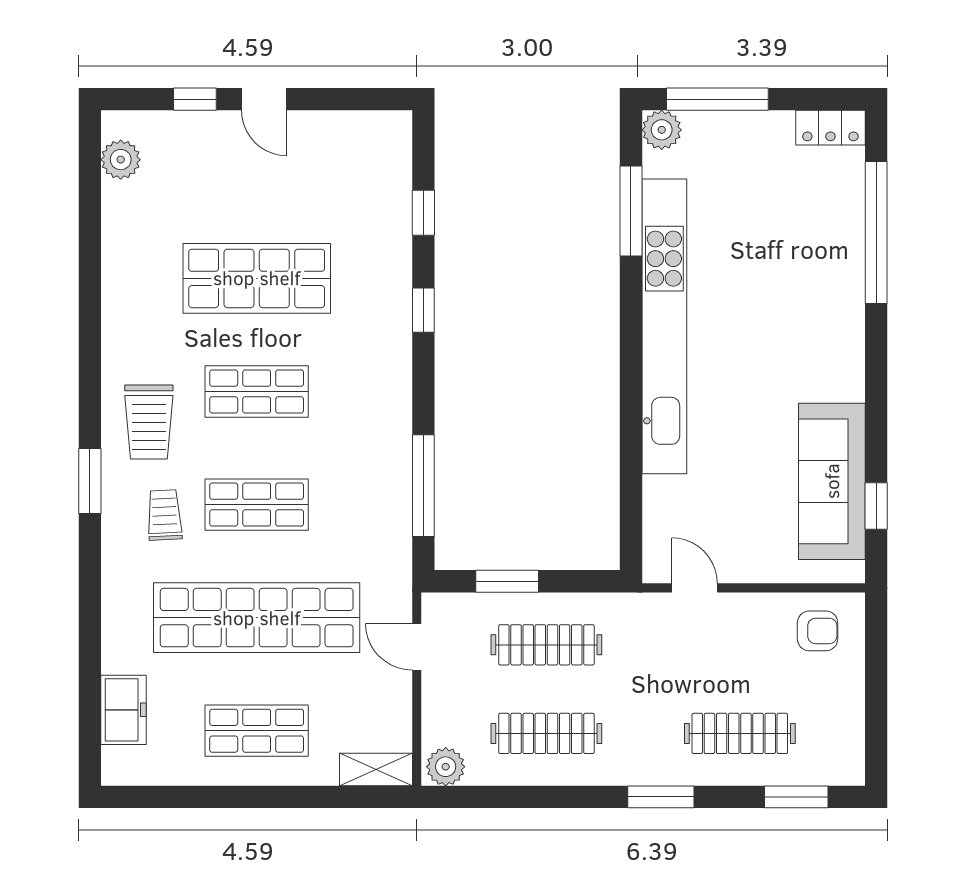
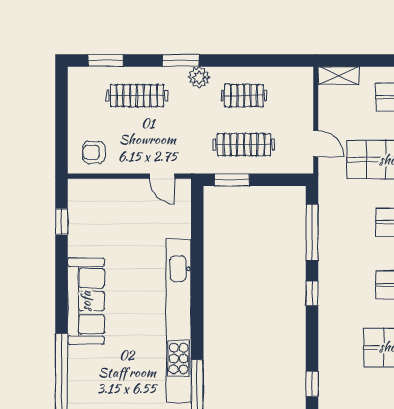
window: (423, 310) -> (312, 293), moved
sofa: (832, 481) -> (86, 301), moved
window: (507, 581) -> (232, 180), moved
clothes rail: (546, 733) -> (244, 96), width x0.73
plant: (446, 767) -> (199, 77), moved

